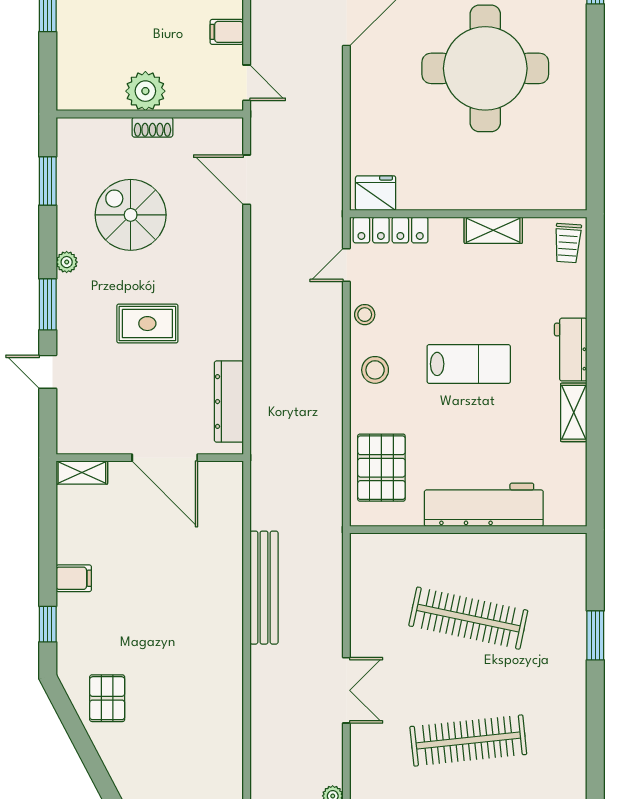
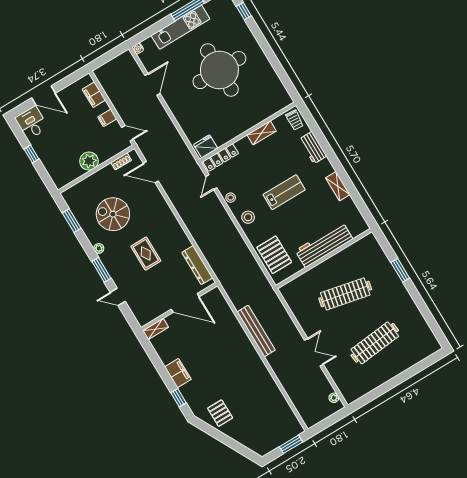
shoe rack: (152, 127) -> (121, 161), moved
rug: (147, 324) -> (146, 254), turned 90
workbench: (571, 350) -> (313, 148), moved
filing cabinet: (74, 578) -> (178, 373), width x2.00

